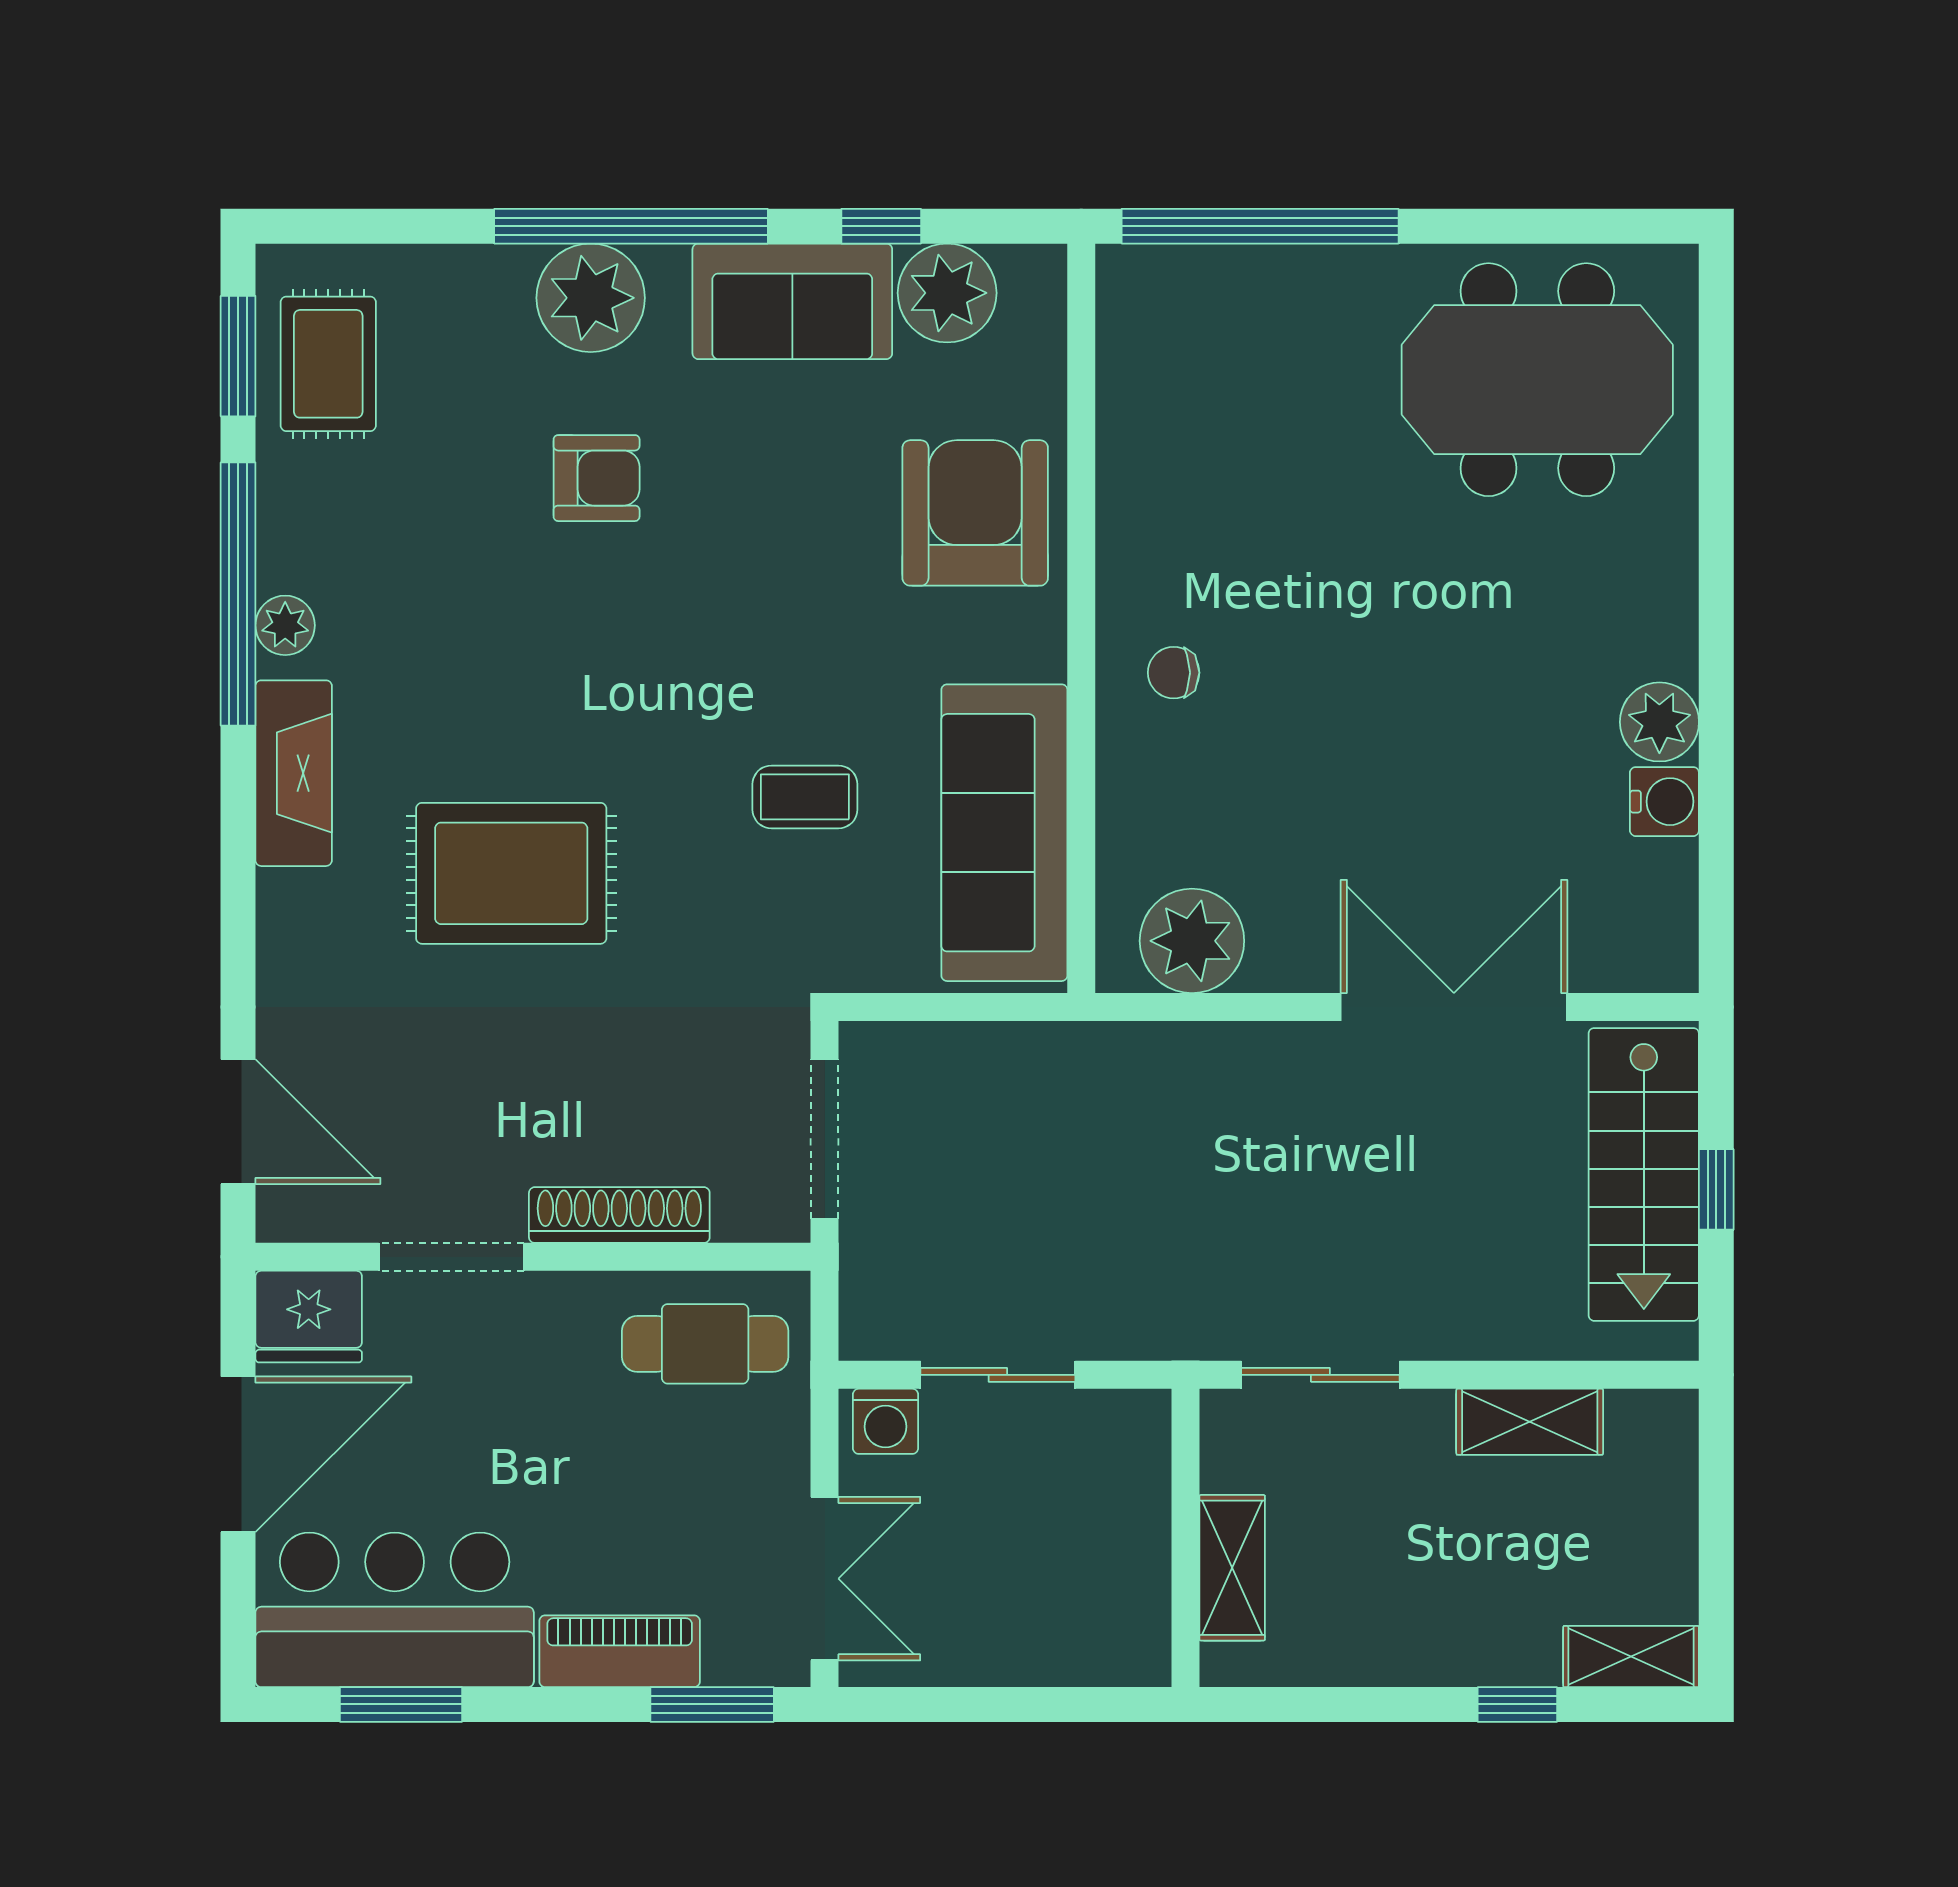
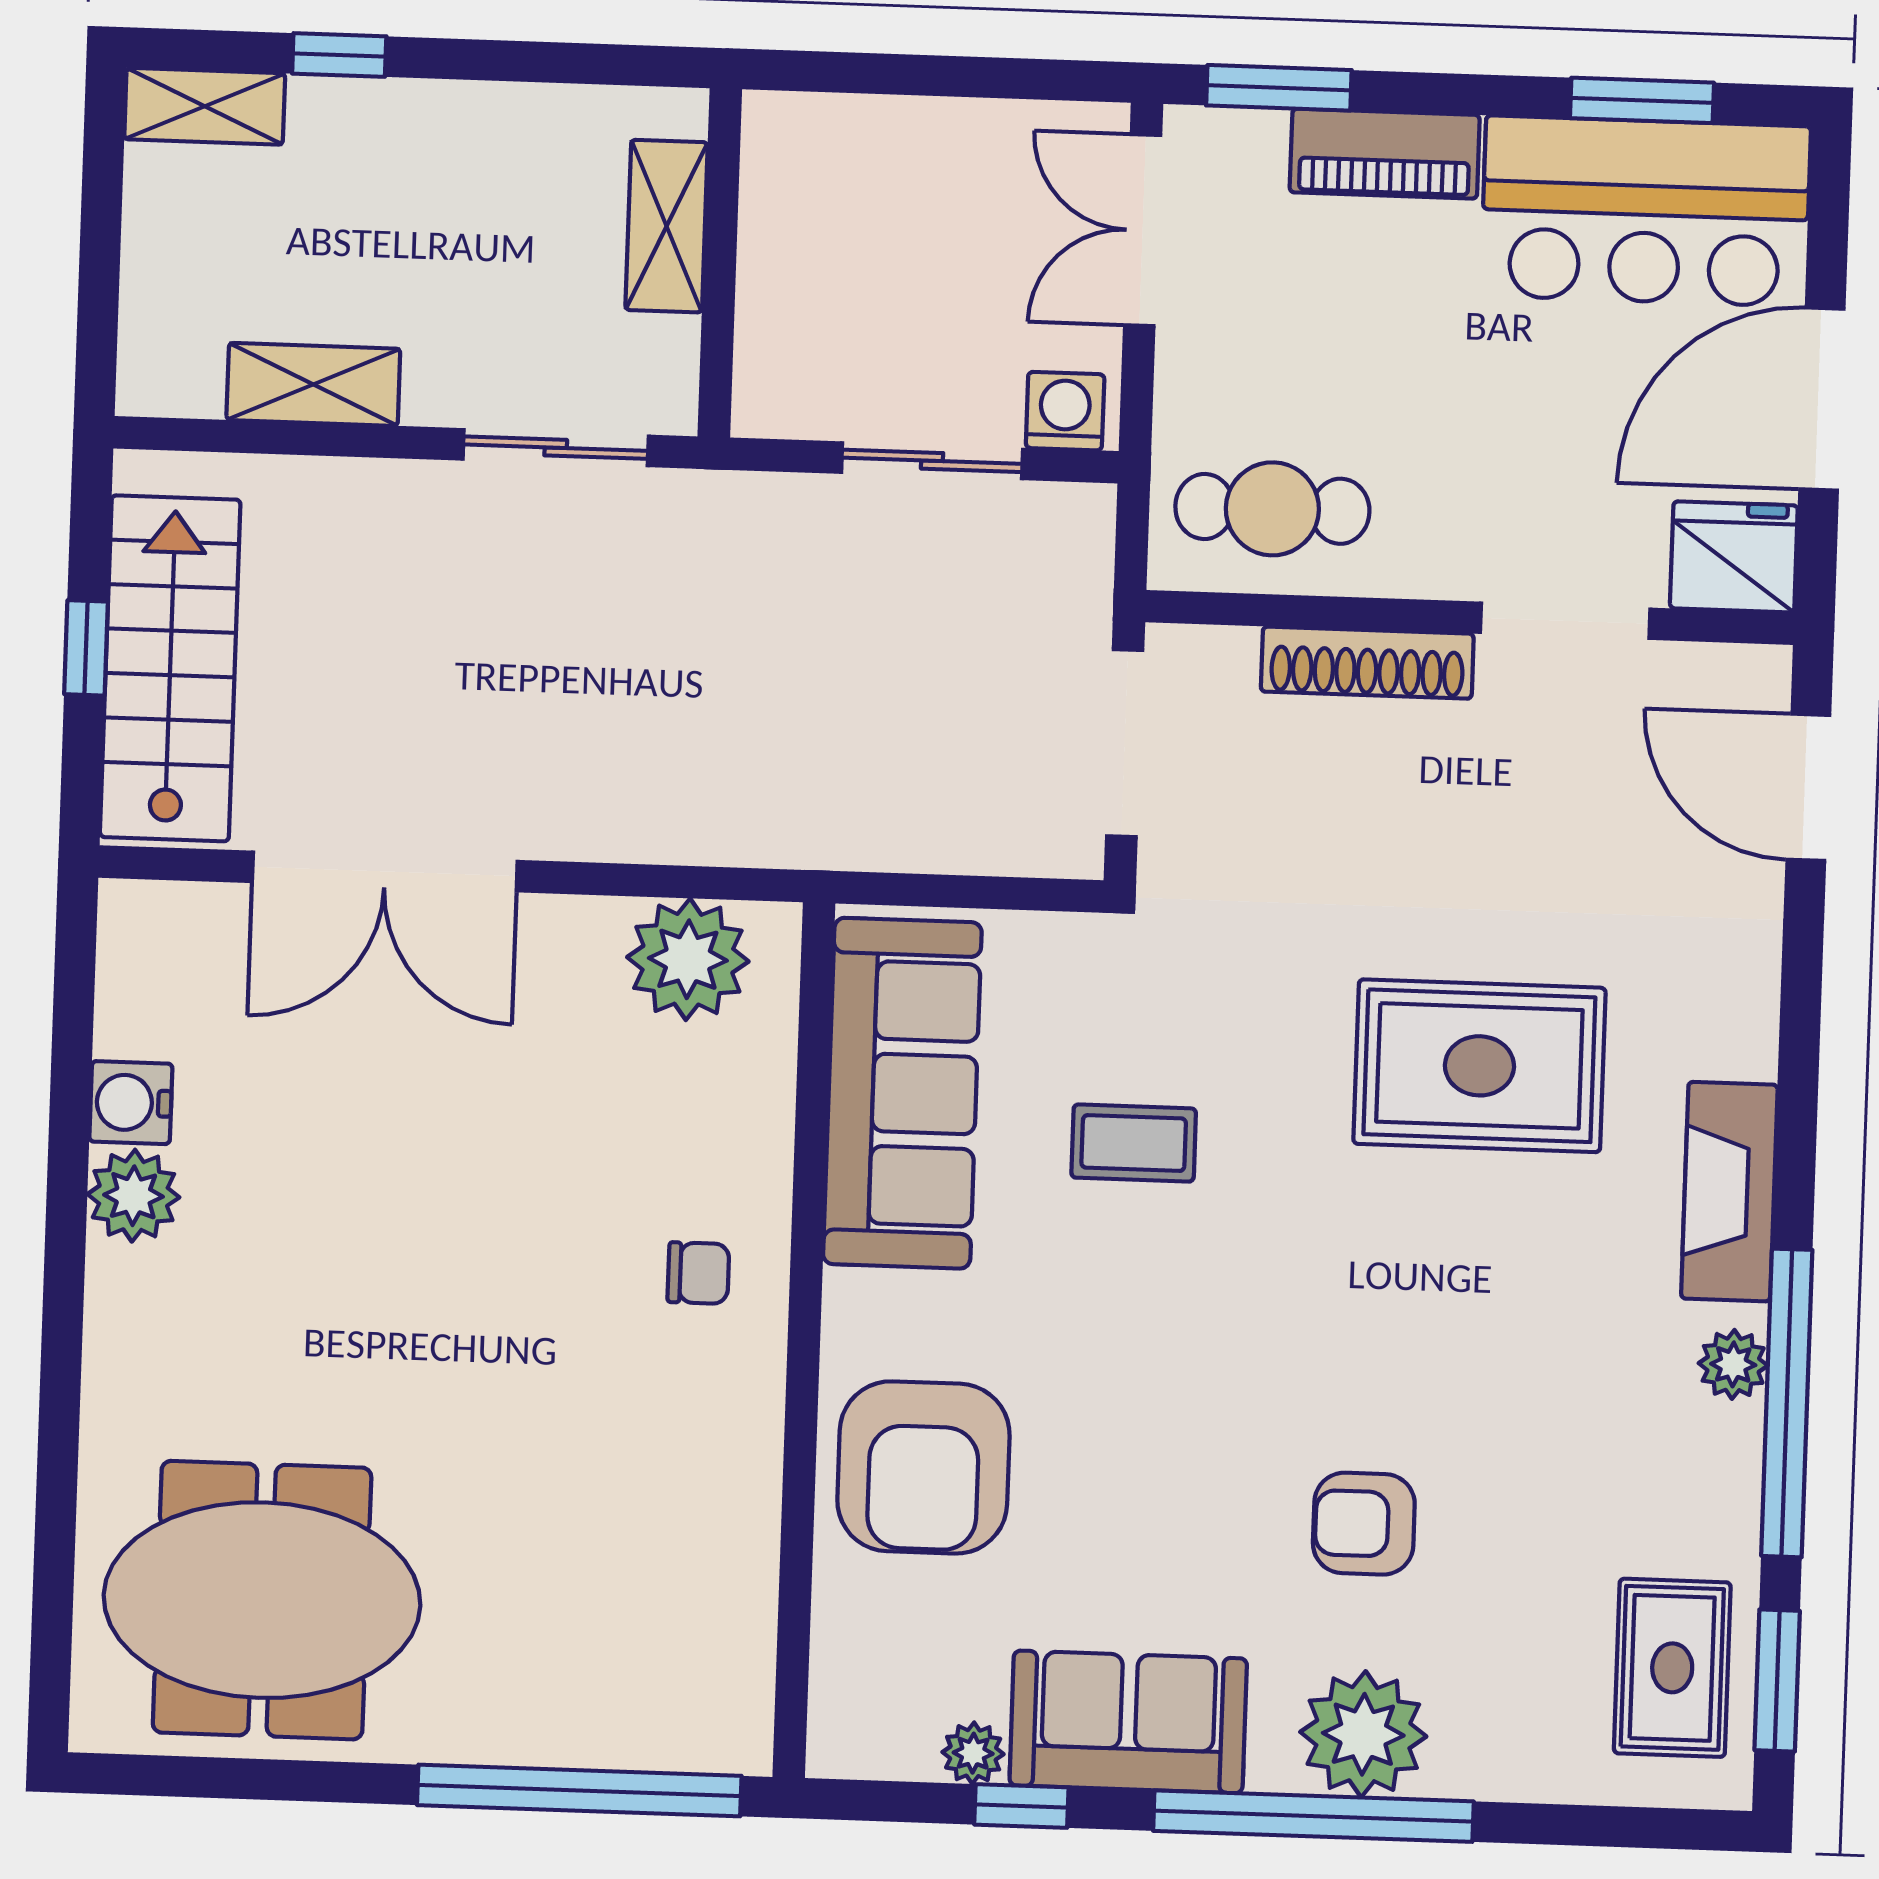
plant: (947, 293) -> (973, 1753), width x0.53, depth x0.53

